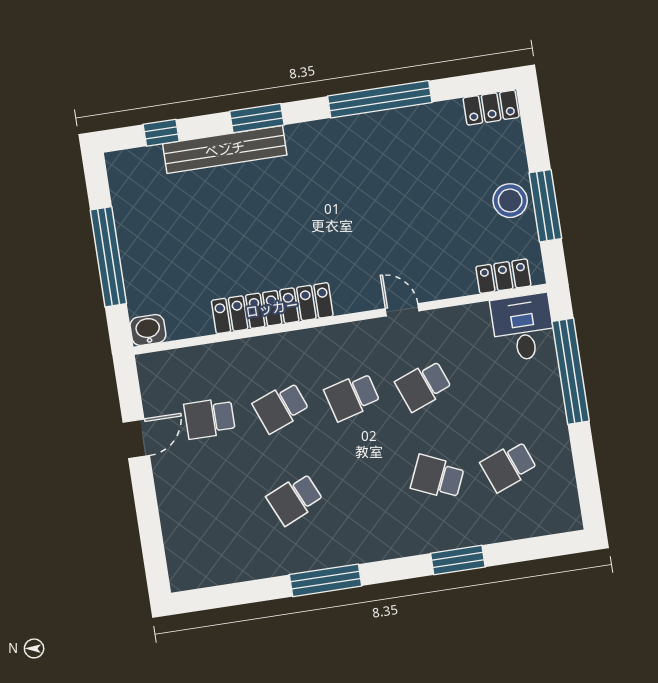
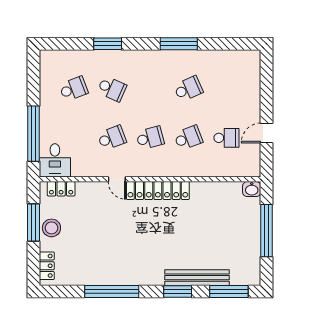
locker: (491, 108) -> (47, 266), moved, turned 90
window: (161, 133) -> (229, 291), width x2.17
locker: (272, 308) -> (158, 191), moved

